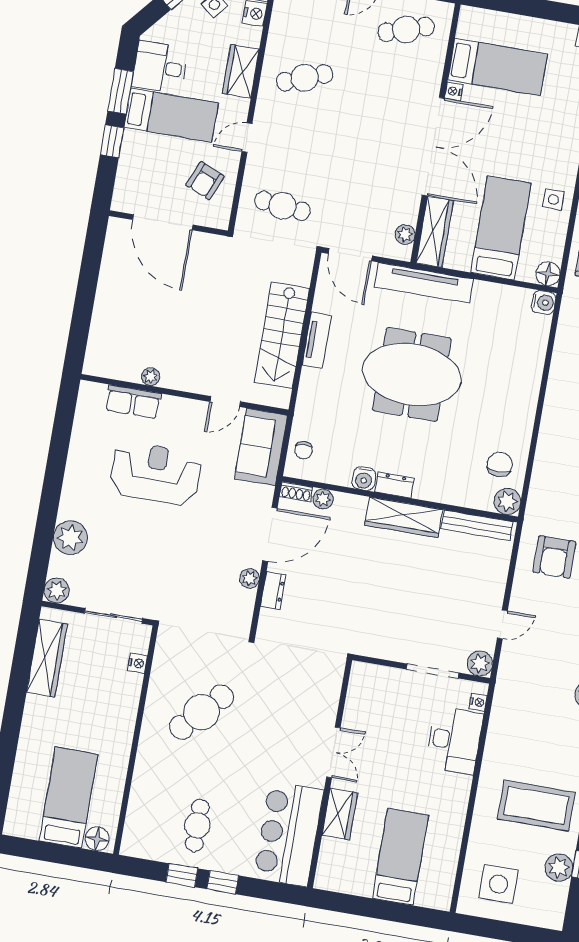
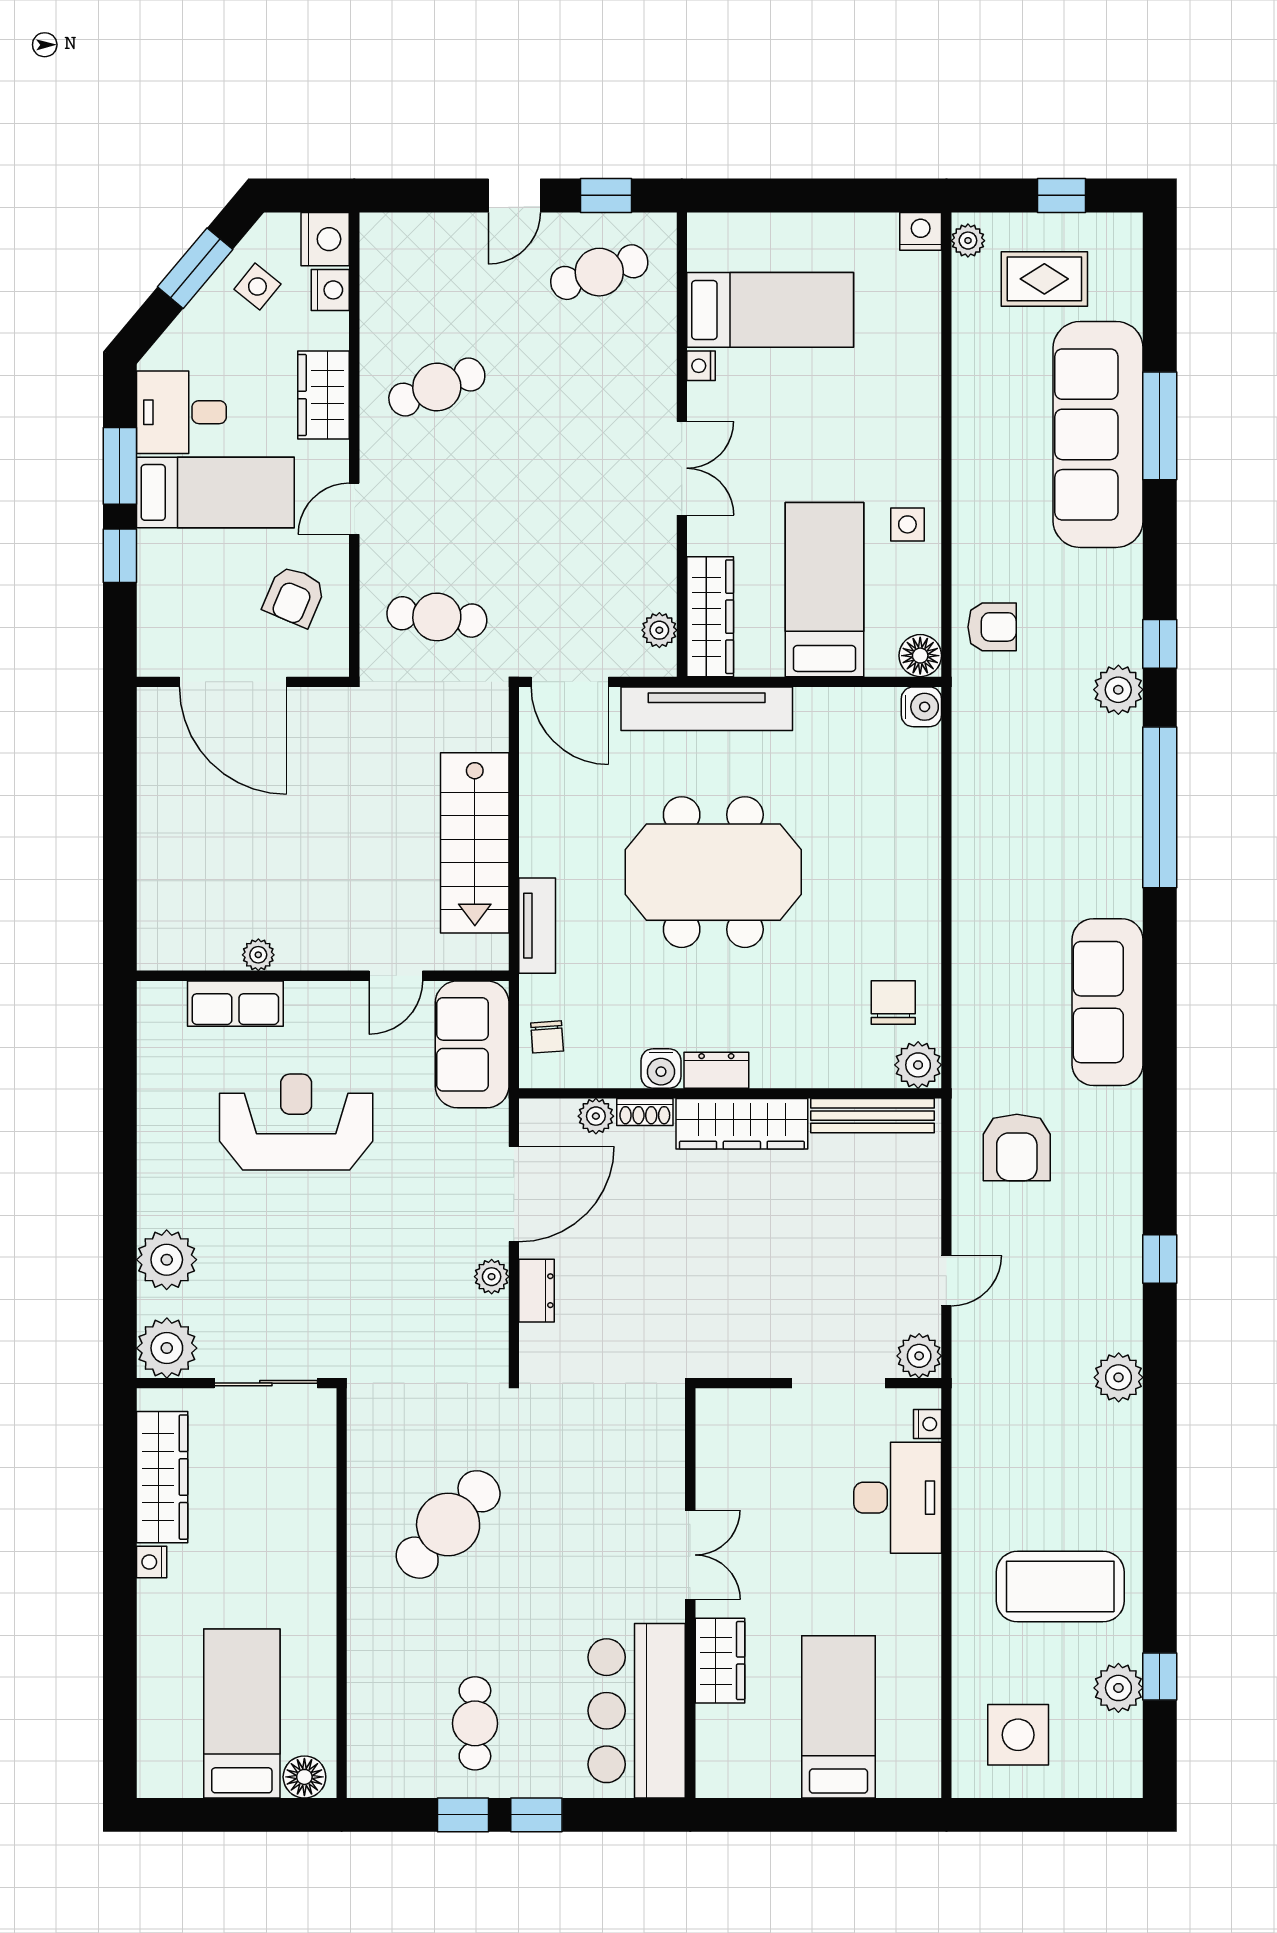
double door: (433, 147) -> (682, 468), width x0.54
tv unit: (317, 340) -> (537, 926), moved
shoe rack: (296, 492) -> (645, 1112), moved
plant: (57, 591) -> (167, 1348), width x1.36, depth x1.36
nightstand: (137, 663) -> (152, 1562), moved, turned 180

